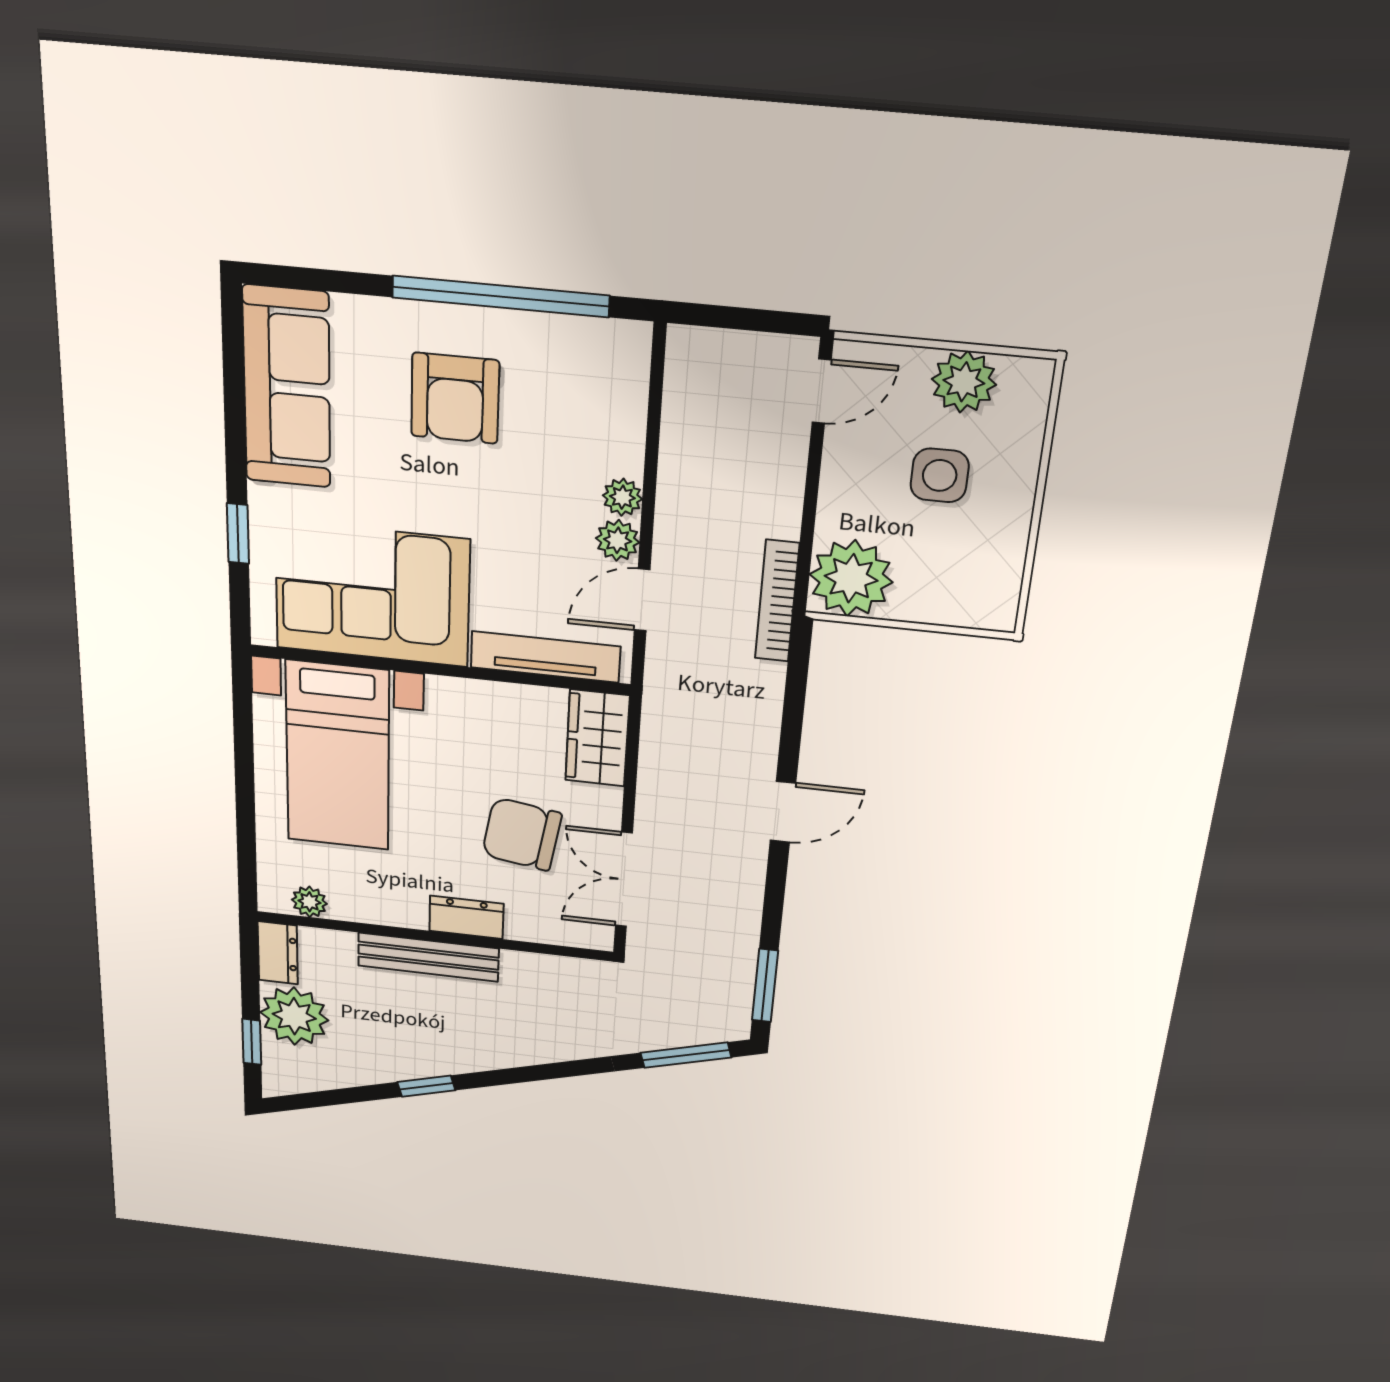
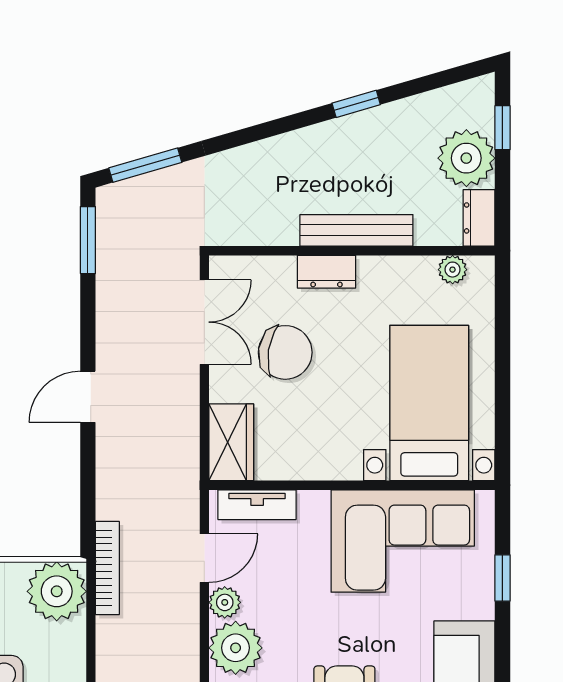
plant: (622, 497) -> (236, 648), width x1.88, depth x1.88
tv unit: (545, 657) -> (257, 505), width x0.71

